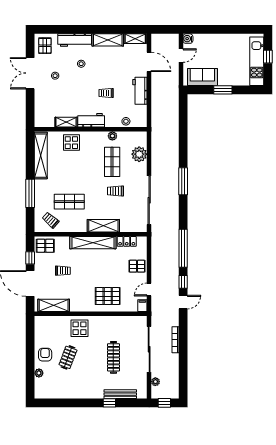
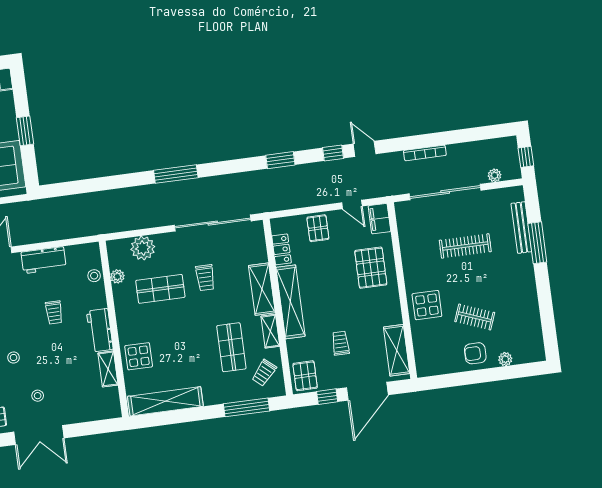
plant: (112, 136) -> (117, 276), moved
window: (30, 193) -> (246, 407), moved
shelving: (76, 228) -> (270, 331), added
window: (183, 248) -> (280, 160), width x0.47
filing cabinet: (142, 306) -> (379, 219), width x2.00
window: (109, 403) -> (537, 243), width x2.17

